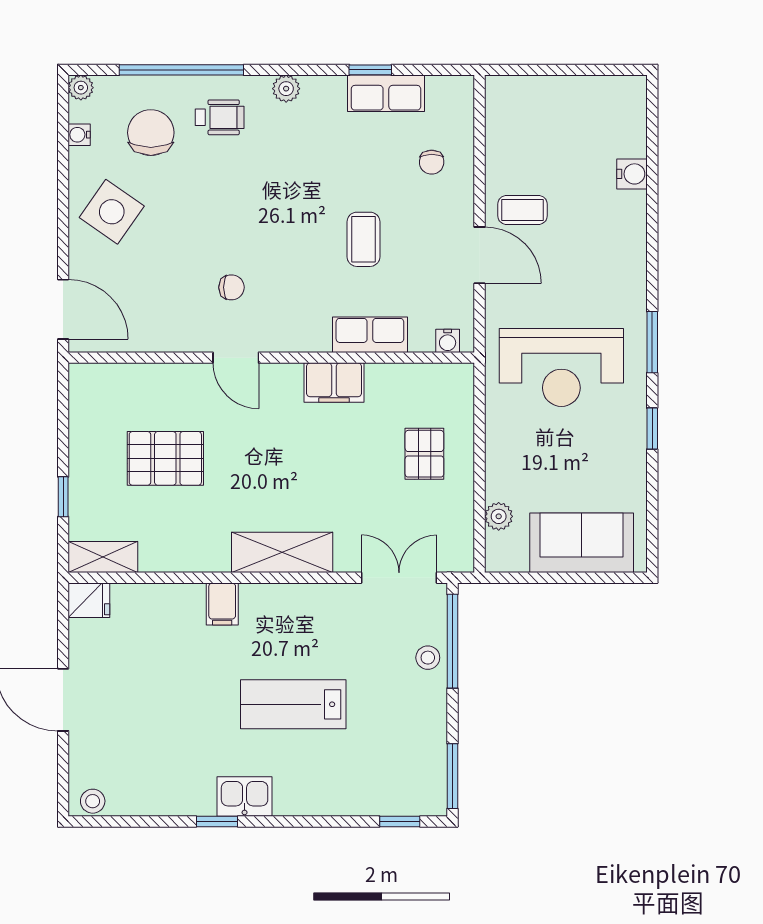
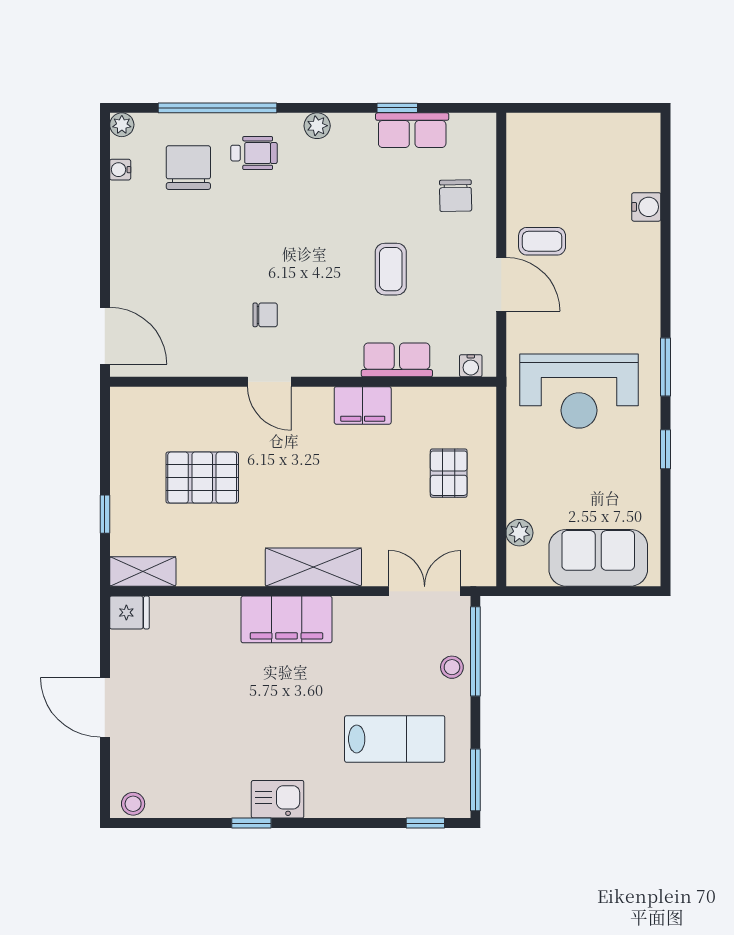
chair: (432, 162) -> (456, 196), width x1.37, depth x1.37
side table: (112, 212) -> (151, 243), removed
filing cabinet: (222, 604) -> (286, 619), width x3.00, depth x1.17
lab bench: (293, 704) -> (395, 739), moved, turned 180

